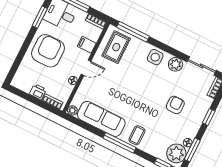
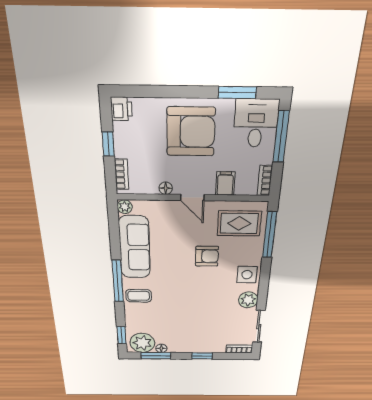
printer: (38, 92) -> (121, 109), moved
window: (33, 99) -> (108, 144), added
armchair: (175, 105) -> (207, 256), moved

